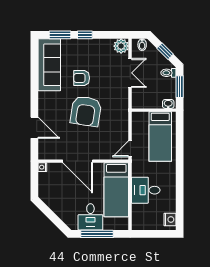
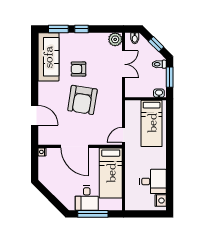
desk: (146, 190) -> (153, 181), moved, turned 180

